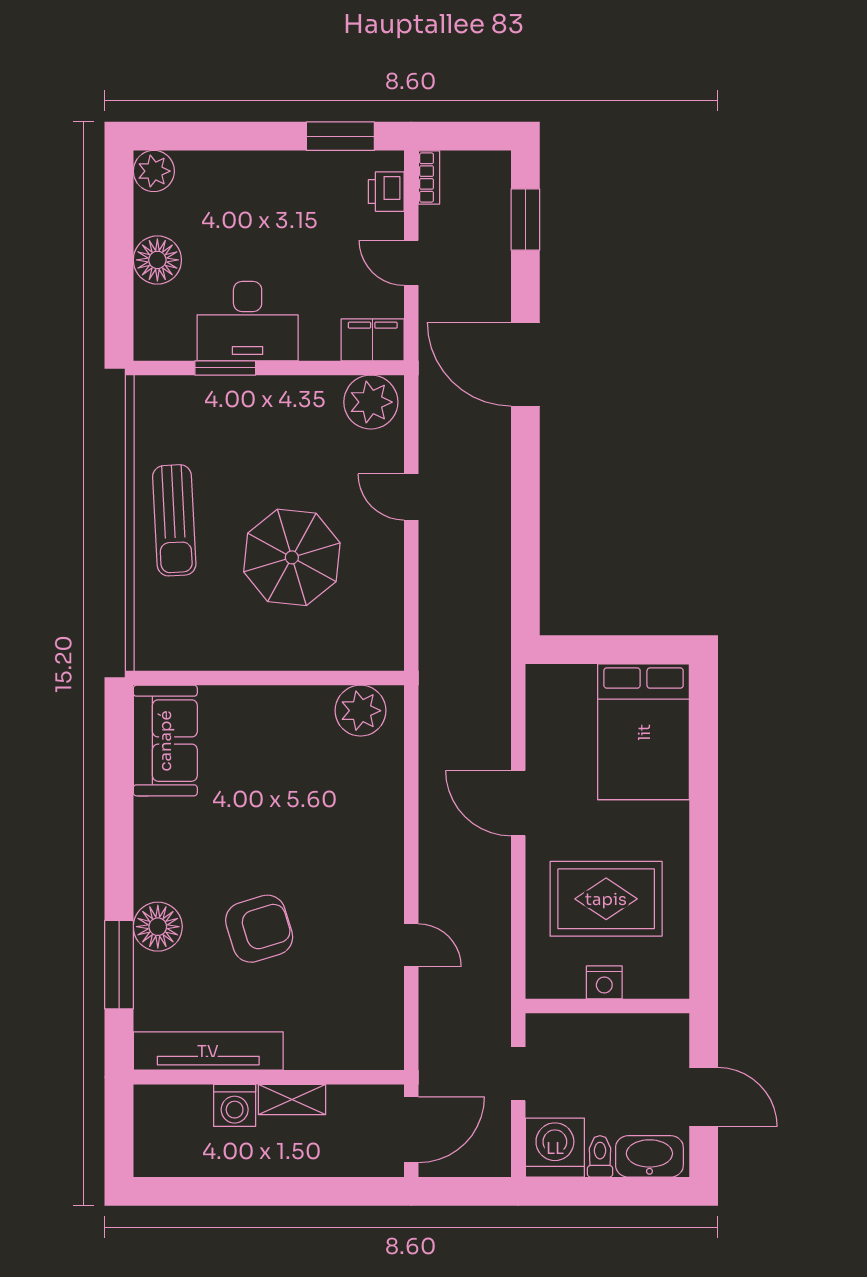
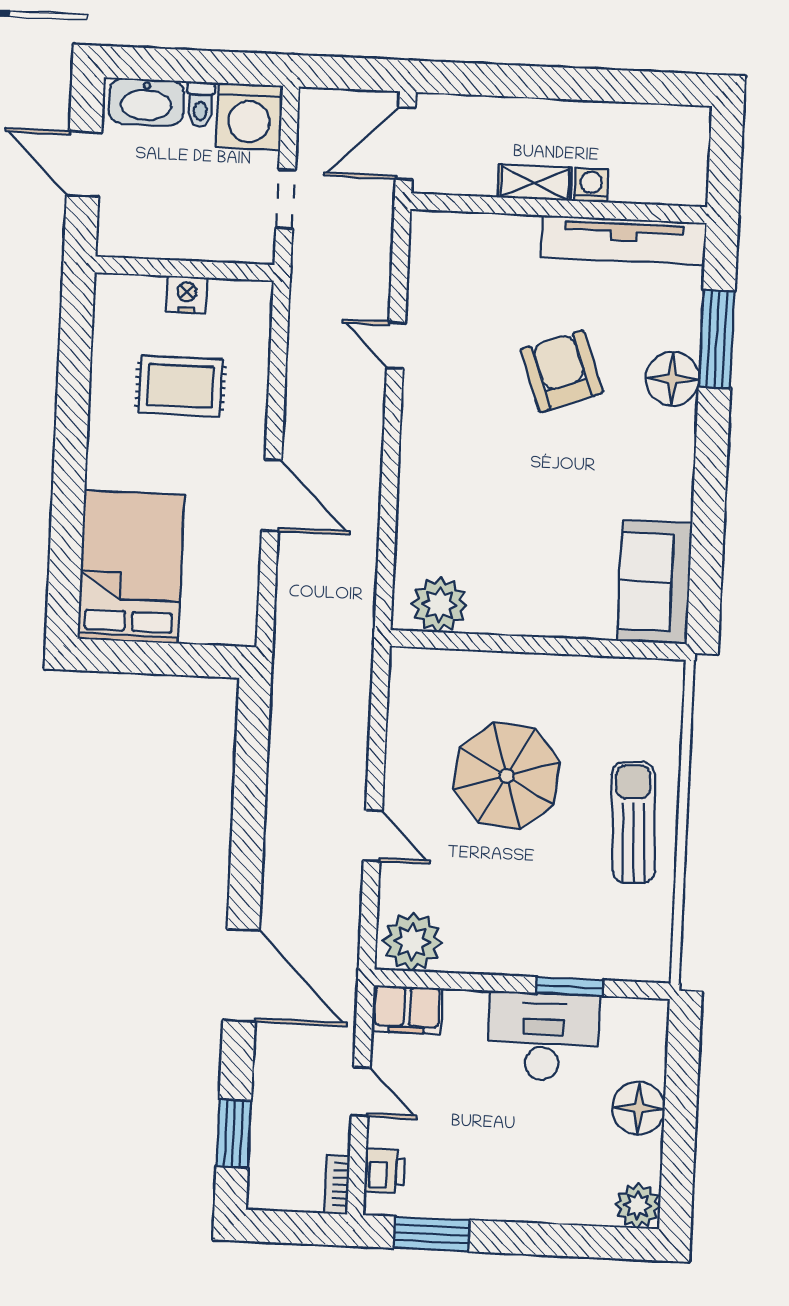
rug: (606, 899) -> (180, 386), width x0.73, depth x0.70
armchair: (259, 929) -> (562, 371), turned 87
washing machine: (235, 1105) -> (591, 185), width x0.73, depth x0.73

